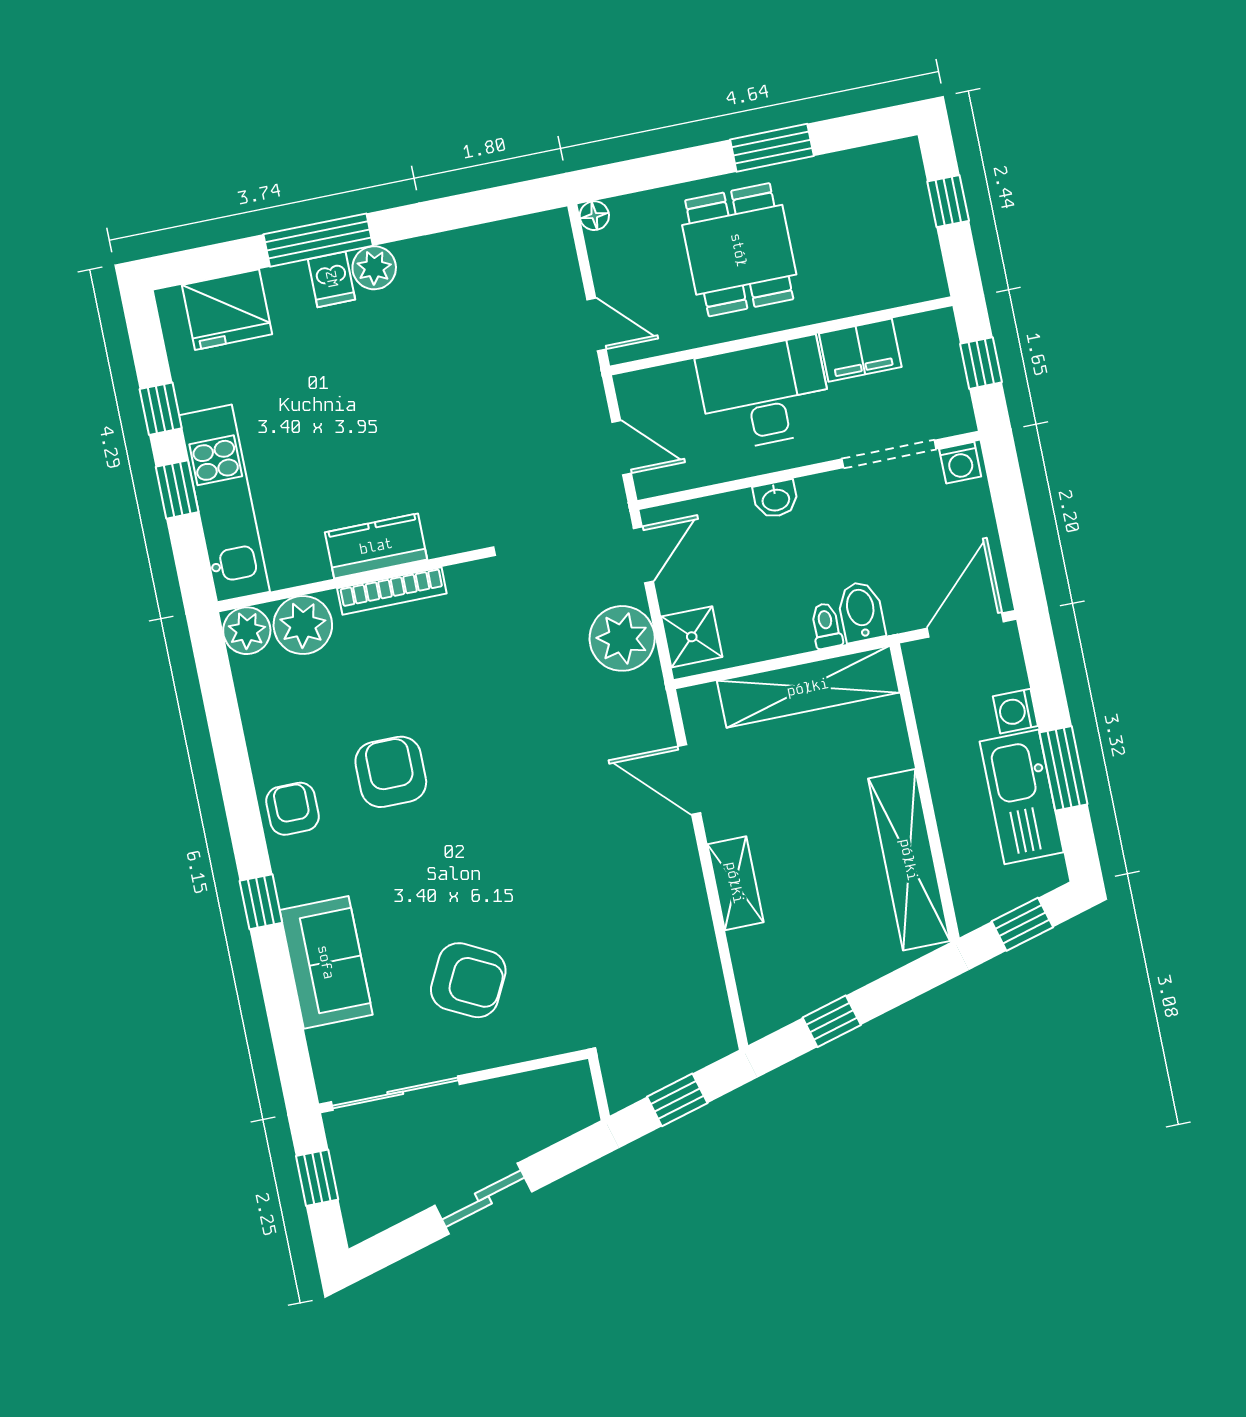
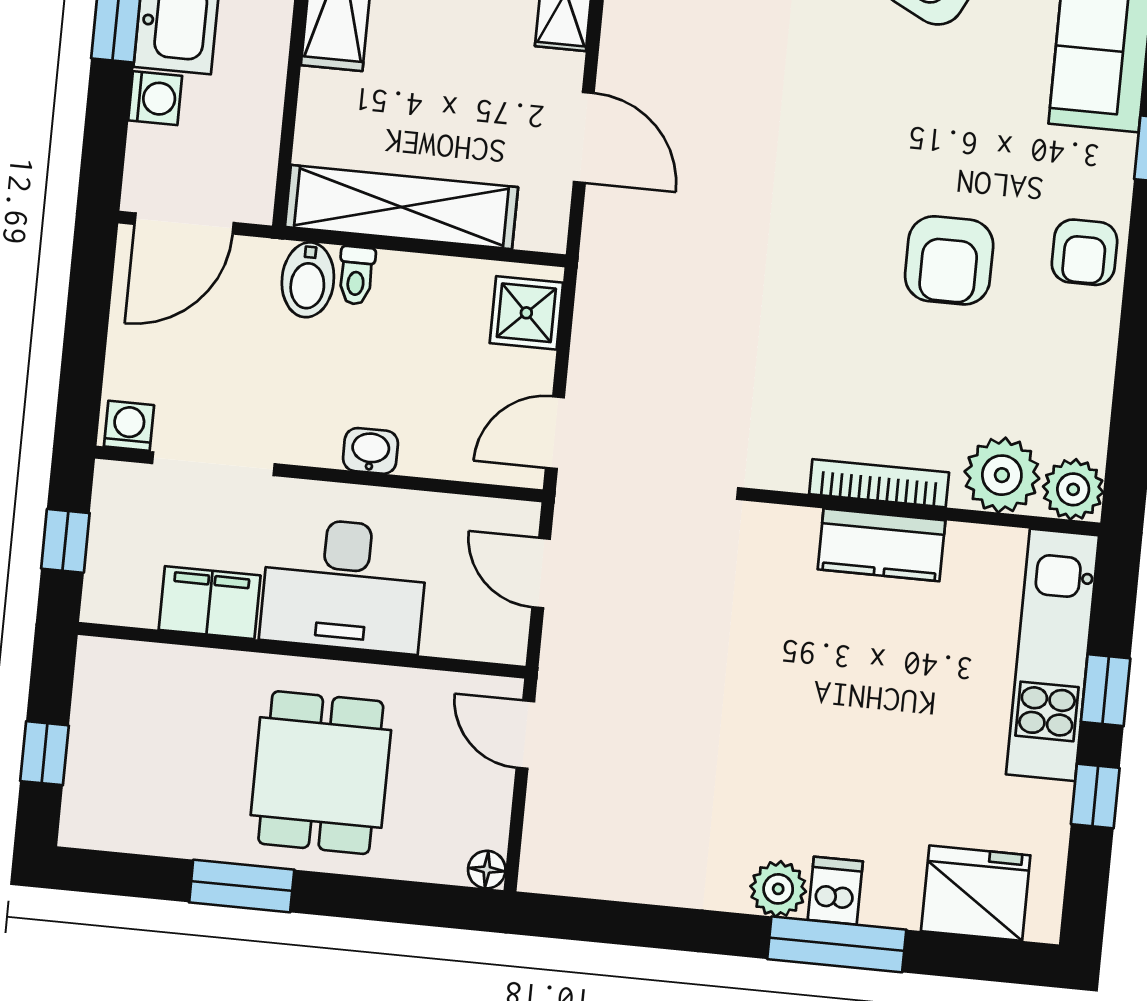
plant: (622, 638) -> (613, 337), removed

